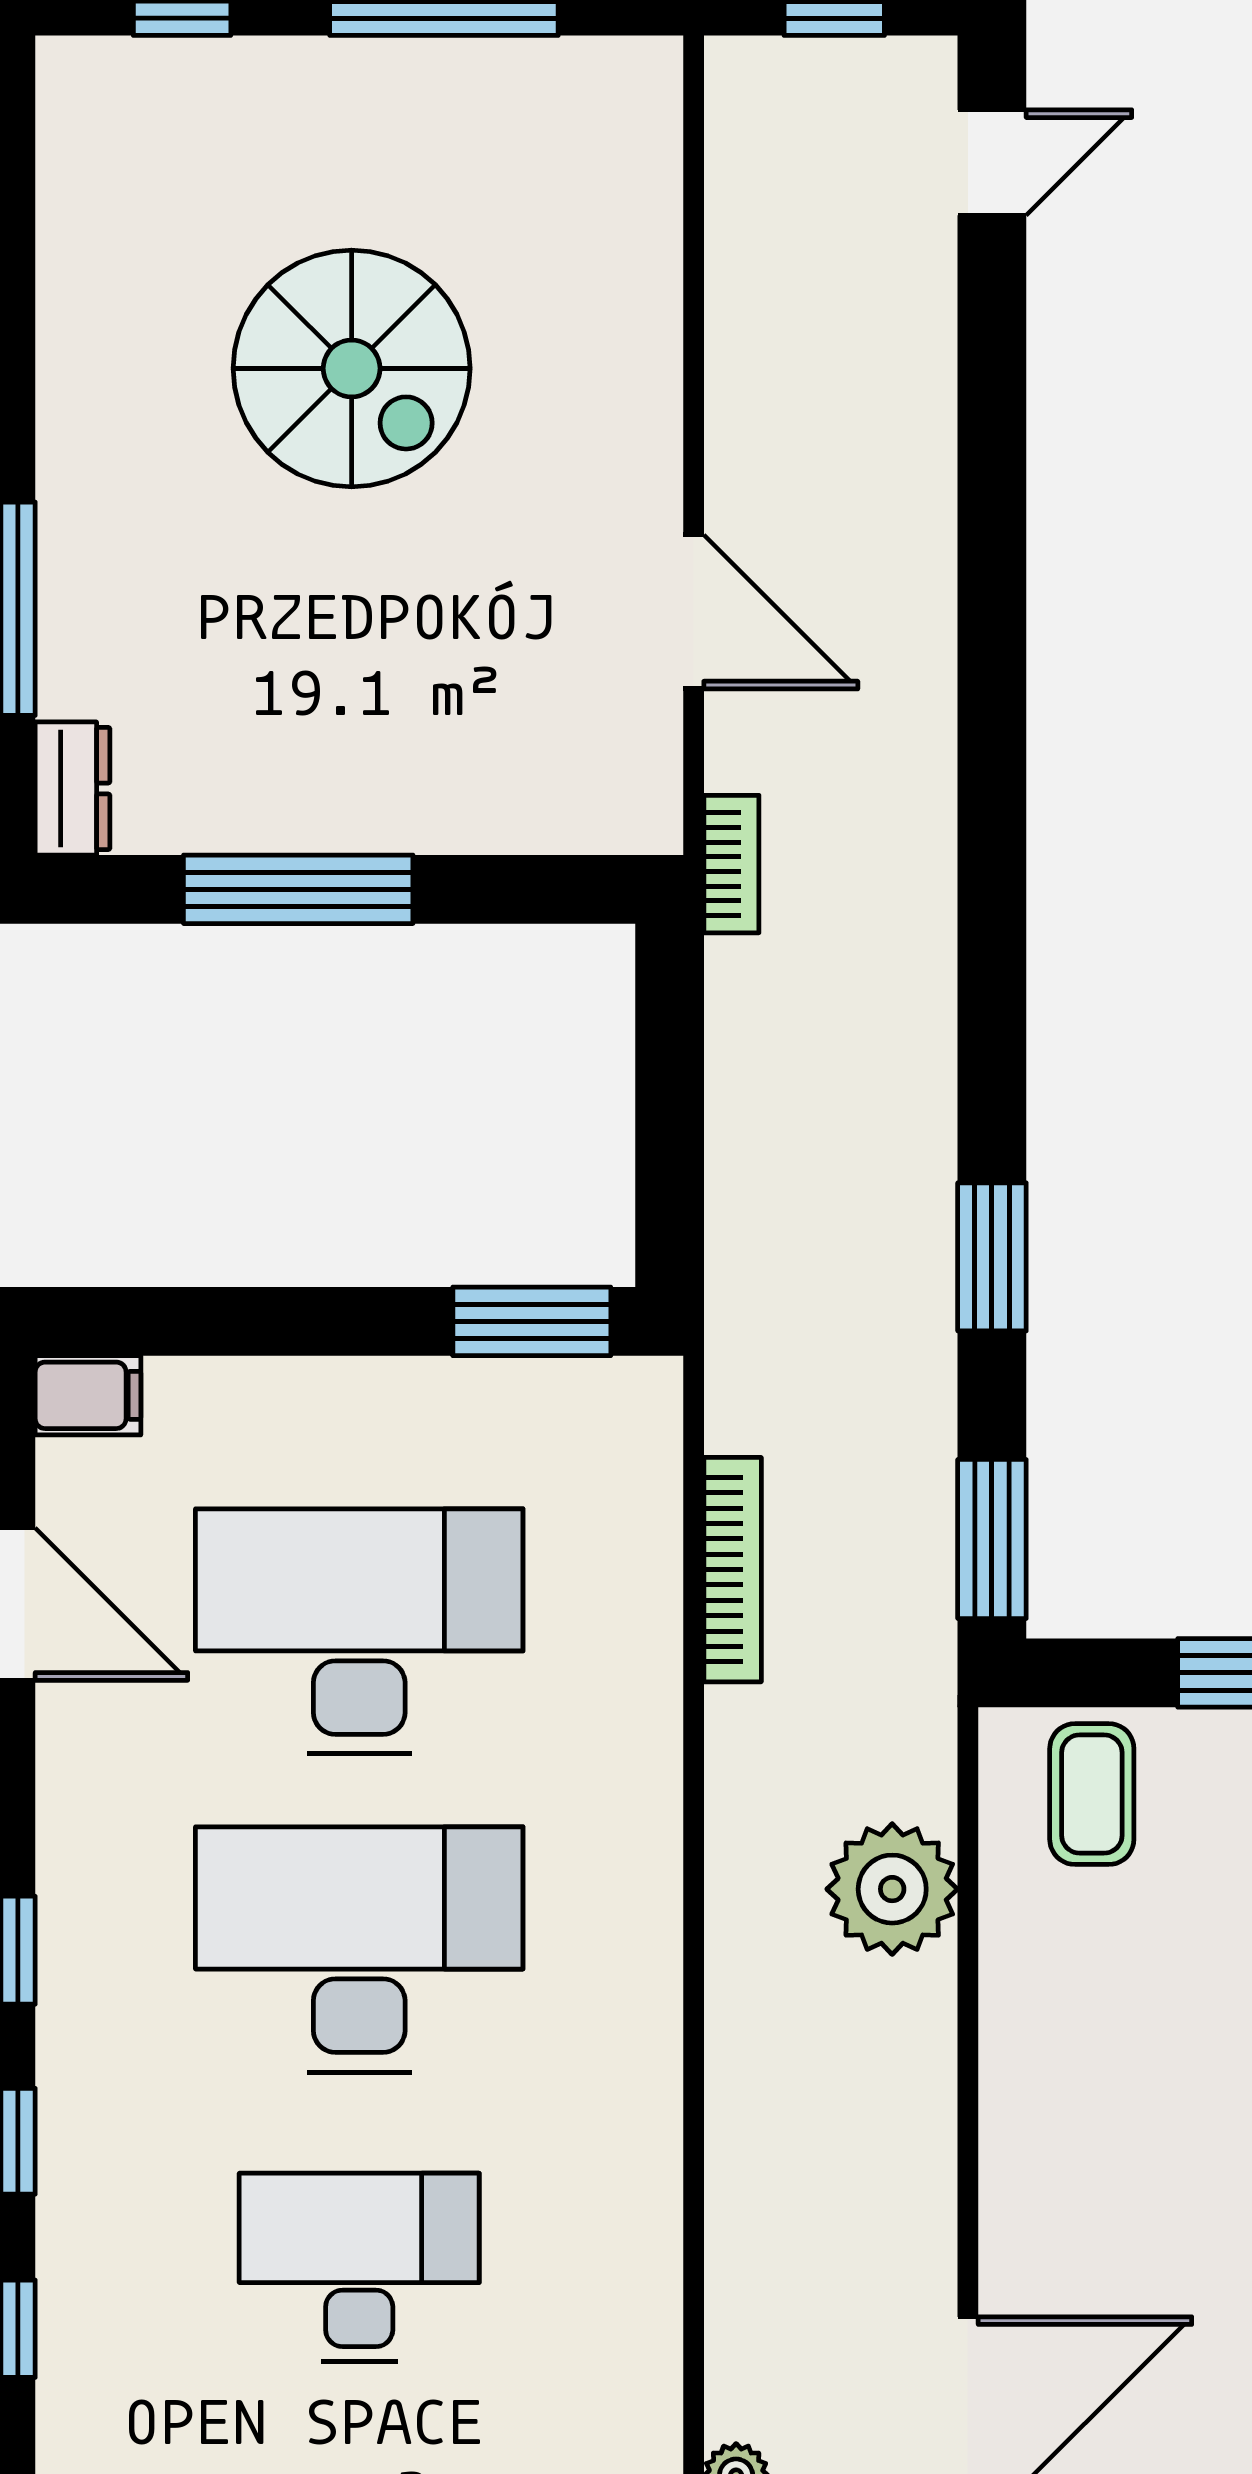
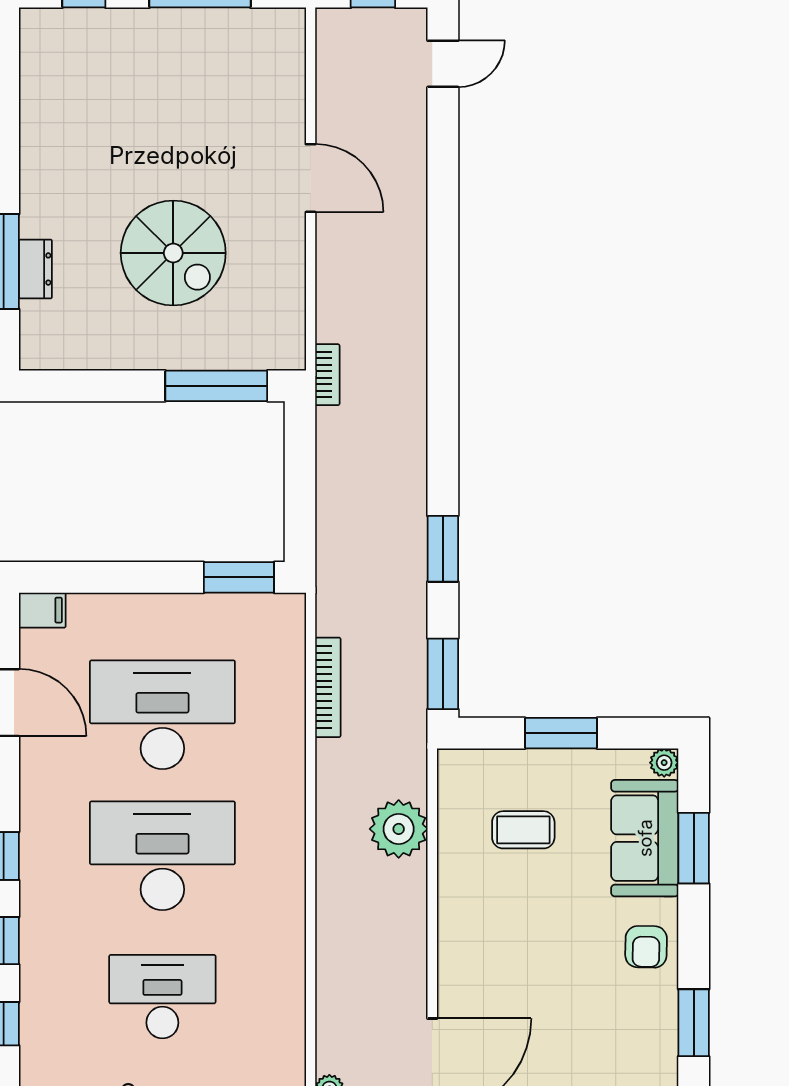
spiral stairs: (352, 368) -> (173, 253), moved
door: (694, 612) -> (311, 178), moved
dresser: (73, 788) -> (35, 269), moved
window: (298, 889) -> (216, 386), moved
coffee table: (1092, 1794) -> (523, 830), moved, turned 90

